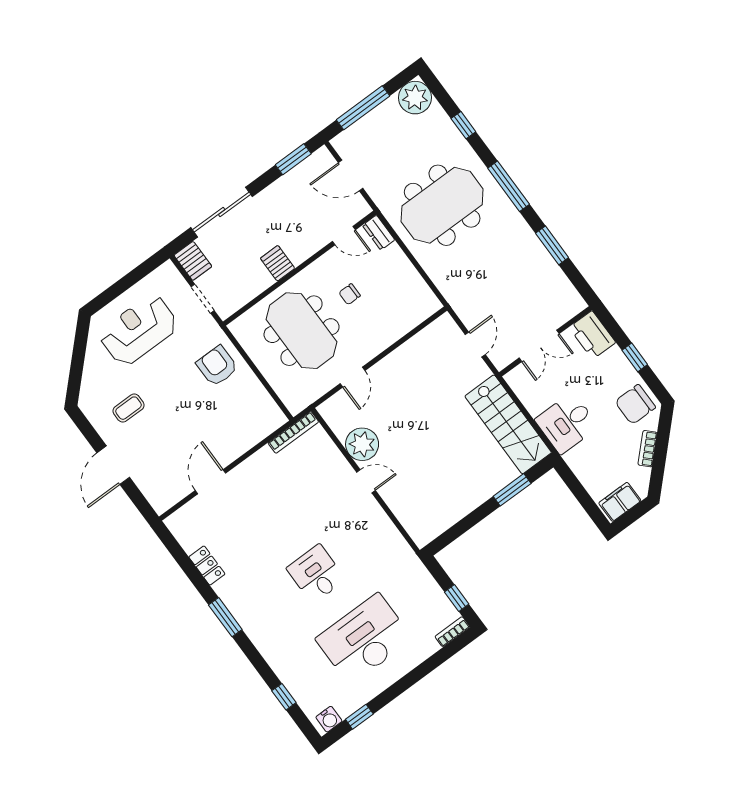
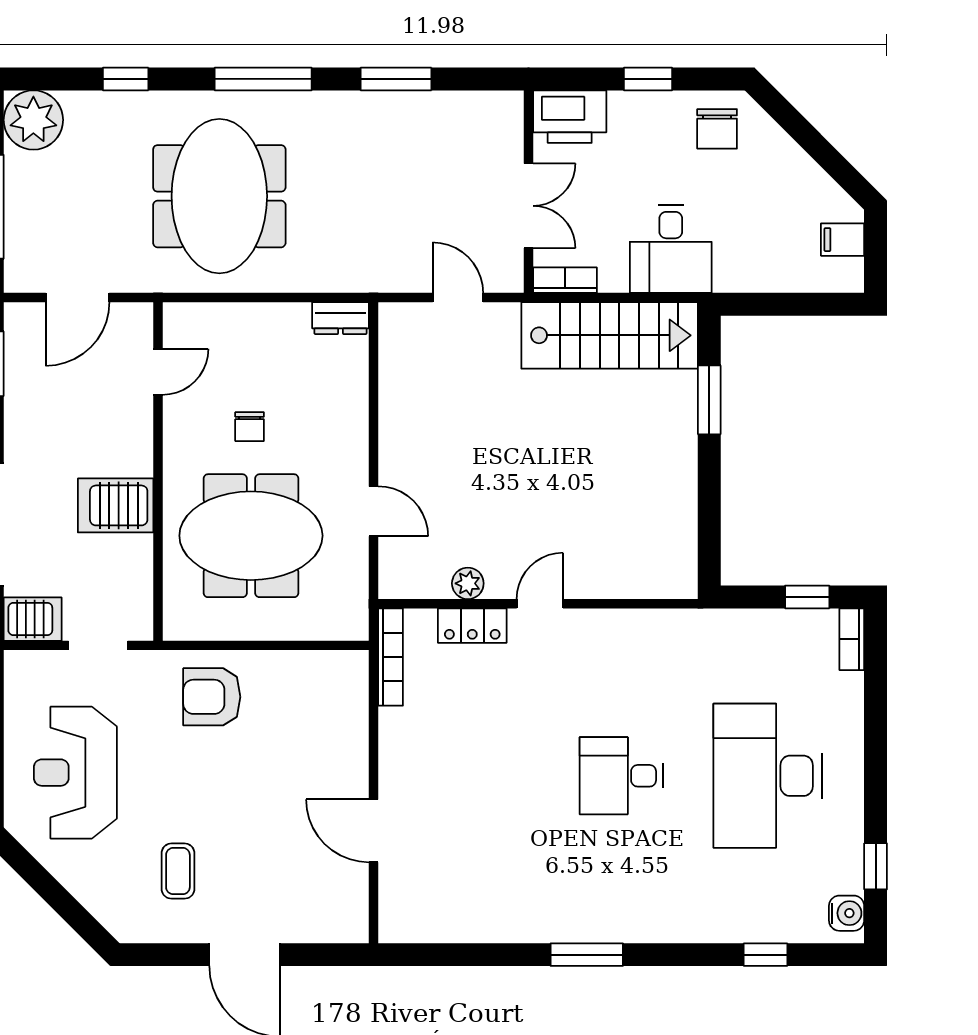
dresser: (379, 233) -> (341, 318), moved
server rack: (278, 263) -> (116, 505), width x1.36, depth x1.44
chair: (635, 404) -> (717, 129), width x0.73, depth x0.73
plant: (362, 444) -> (468, 583), width x0.53, depth x0.53
bookcase: (648, 449) -> (565, 280), moved, turned 135
filing cabinet: (620, 502) -> (843, 240), width x0.50
locker: (207, 565) -> (472, 626), moved, turned 180

